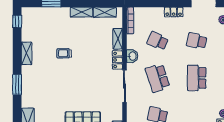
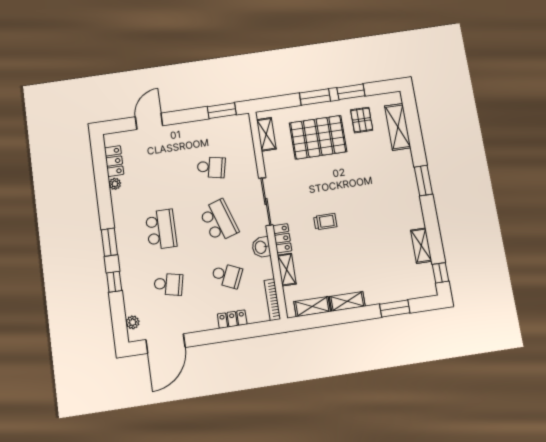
locker: (174, 12) -> (232, 319), moved
shelving: (27, 53) -> (421, 246), moved
trolley: (64, 53) -> (325, 221), moved

